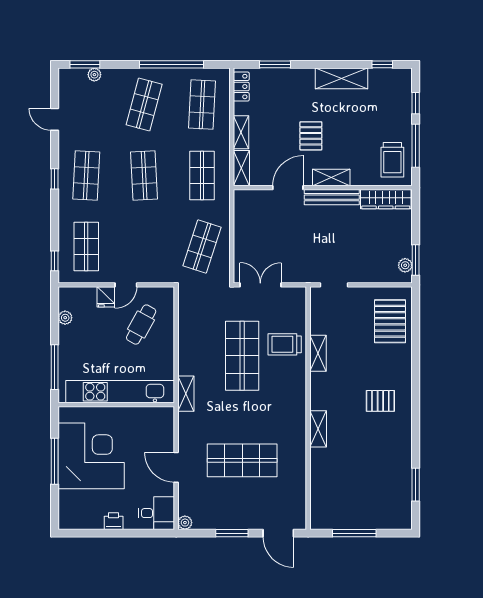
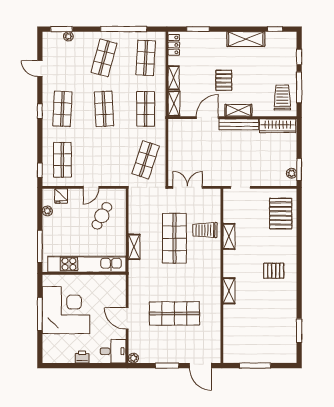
trolley: (392, 160) -> (282, 97), turned 180
fridge: (106, 297) -> (61, 196), moved
shelving: (186, 394) -> (134, 247), moved

